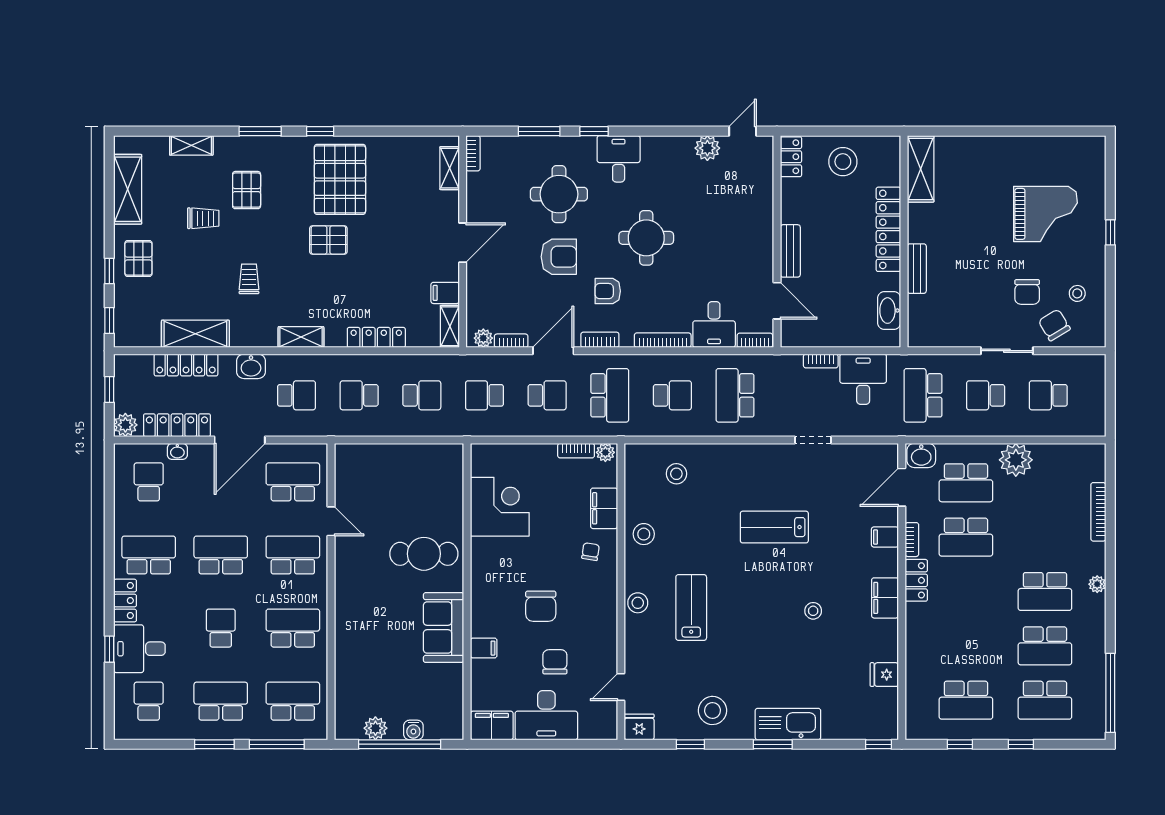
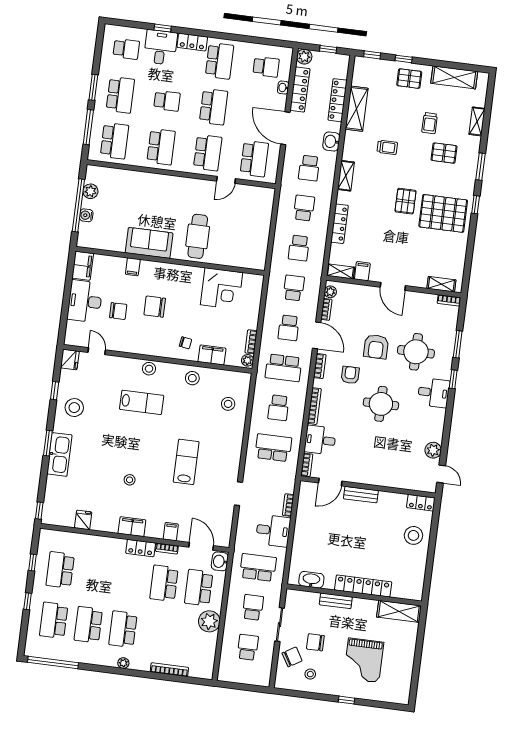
shelving: (921, 169) -> (399, 611), moved
locker: (888, 229) -> (363, 586), moved
wall: (904, 242) -> (354, 595), moved
bench: (917, 269) -> (336, 601), moved
washbasin: (889, 311) -> (311, 580), moved

